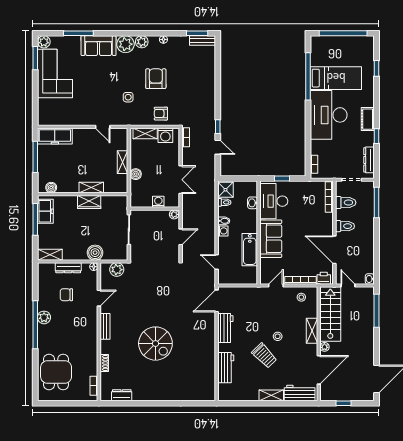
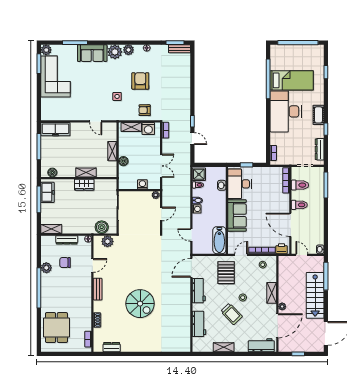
bathtub: (250, 250) -> (219, 240), moved
boiler: (95, 253) -> (102, 227), moved
pallet: (258, 307) -> (226, 273), added
stairs: (330, 314) -> (315, 295), moved, turned 180
plant: (44, 317) -> (46, 268), moved
shelving: (271, 395) -> (224, 347), moved

